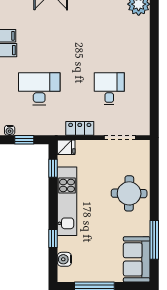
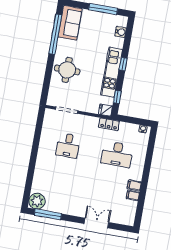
locker: (80, 128) -> (109, 124), moved
window: (24, 140) -> (134, 121), removed
window: (53, 239) -> (123, 64), moved
window: (154, 240) -> (55, 34), width x1.46

